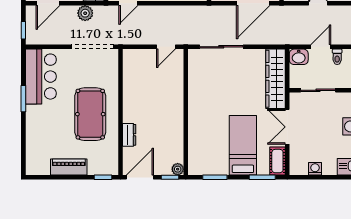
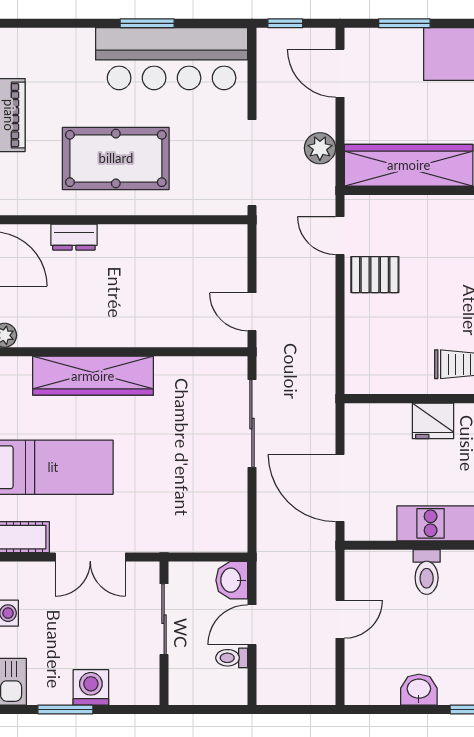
door: (321, 47) -> (252, 625), swing flipped
bar counter: (41, 77) -> (172, 59), width x1.36
wardrobe: (275, 79) -> (93, 376), moved, turned 180
double door: (287, 127) -> (90, 557), swing flipped

